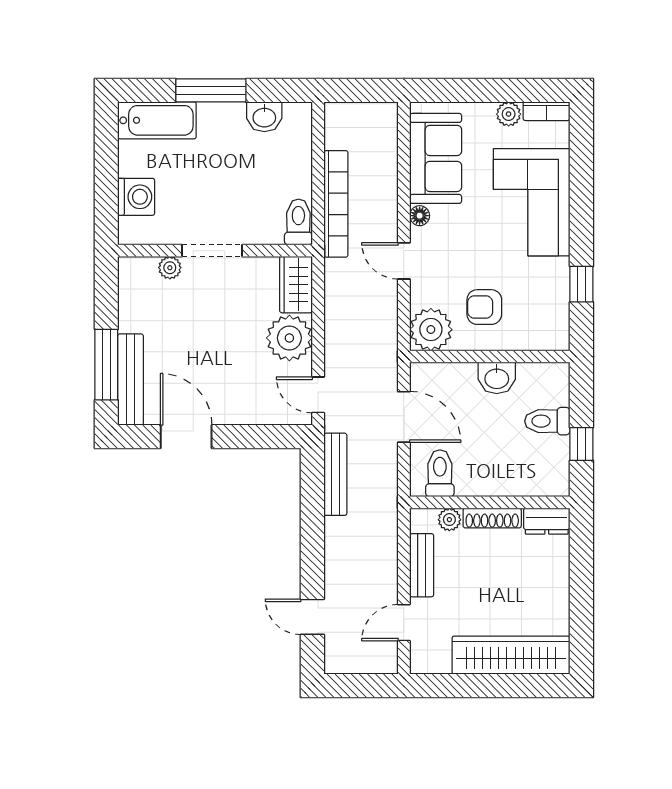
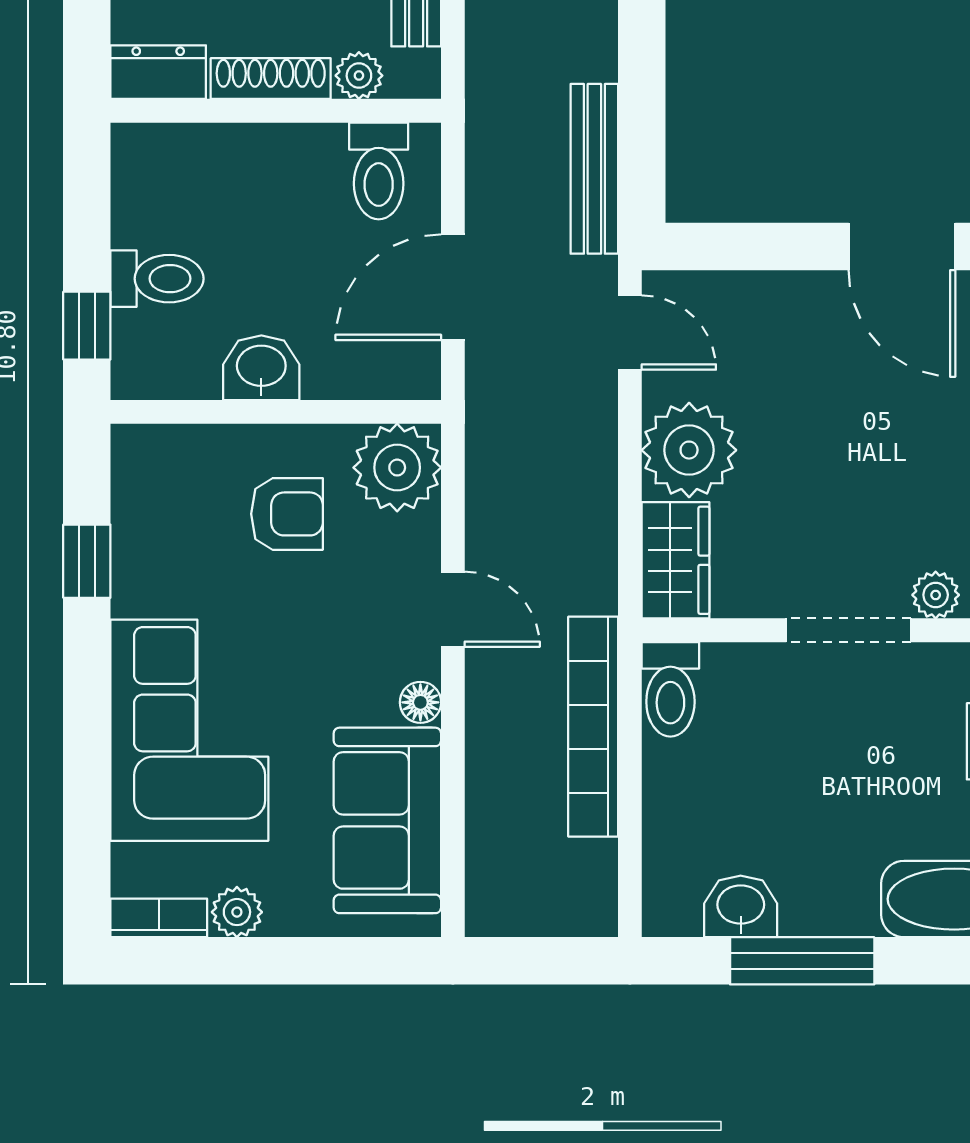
window: (211, 90) -> (802, 961), moved
door: (404, 417) -> (453, 287), hinge flipped
window: (581, 444) -> (87, 326), moved

